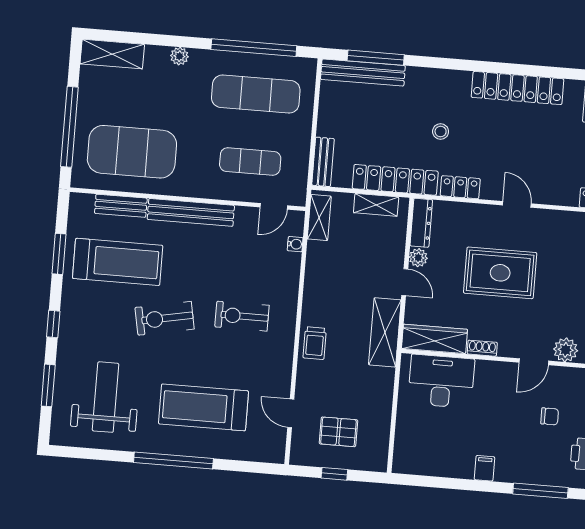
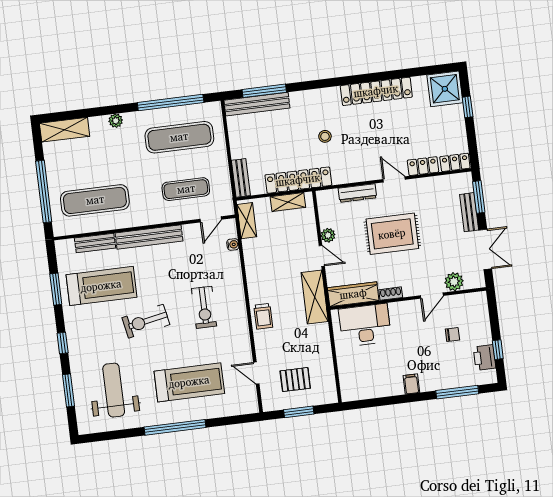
exercise mat: (132, 152) -> (95, 200), width x0.68
locker: (460, 187) -> (423, 166), moved
dresser: (421, 223) -> (357, 193), moved, turned 90
exercise bike: (242, 316) -> (204, 307), turned -90
treadmill: (203, 407) -> (189, 382), turned 180
window: (334, 474) -> (299, 412), width x1.50

